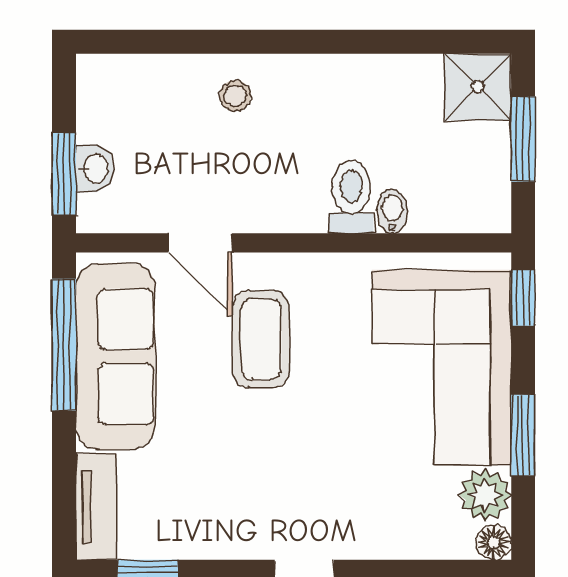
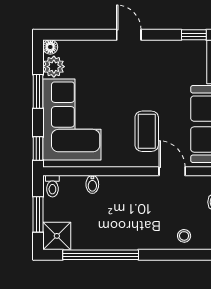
window: (372, 42) -> (101, 255), added
stool: (235, 96) -> (184, 236), moved
toilet: (351, 197) -> (52, 186), moved, width x0.73, depth x0.72

